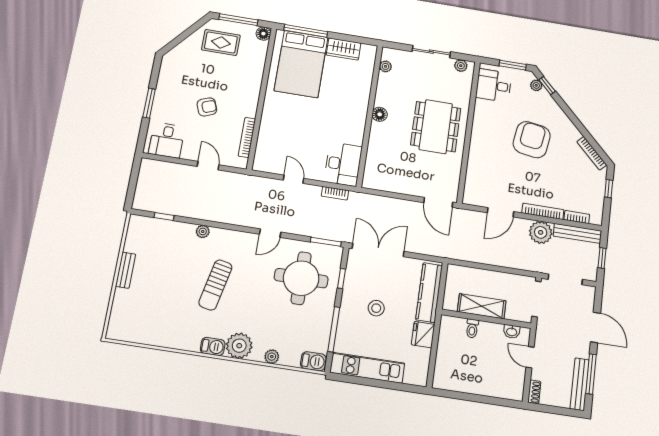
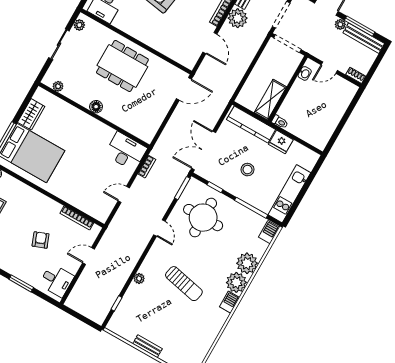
shelving: (482, 306) -> (270, 100), moved
toilet: (472, 328) -> (280, 122), moved
plant: (583, 351) -> (340, 24), added
plant: (272, 357) -> (247, 263), width x1.87, depth x1.87

